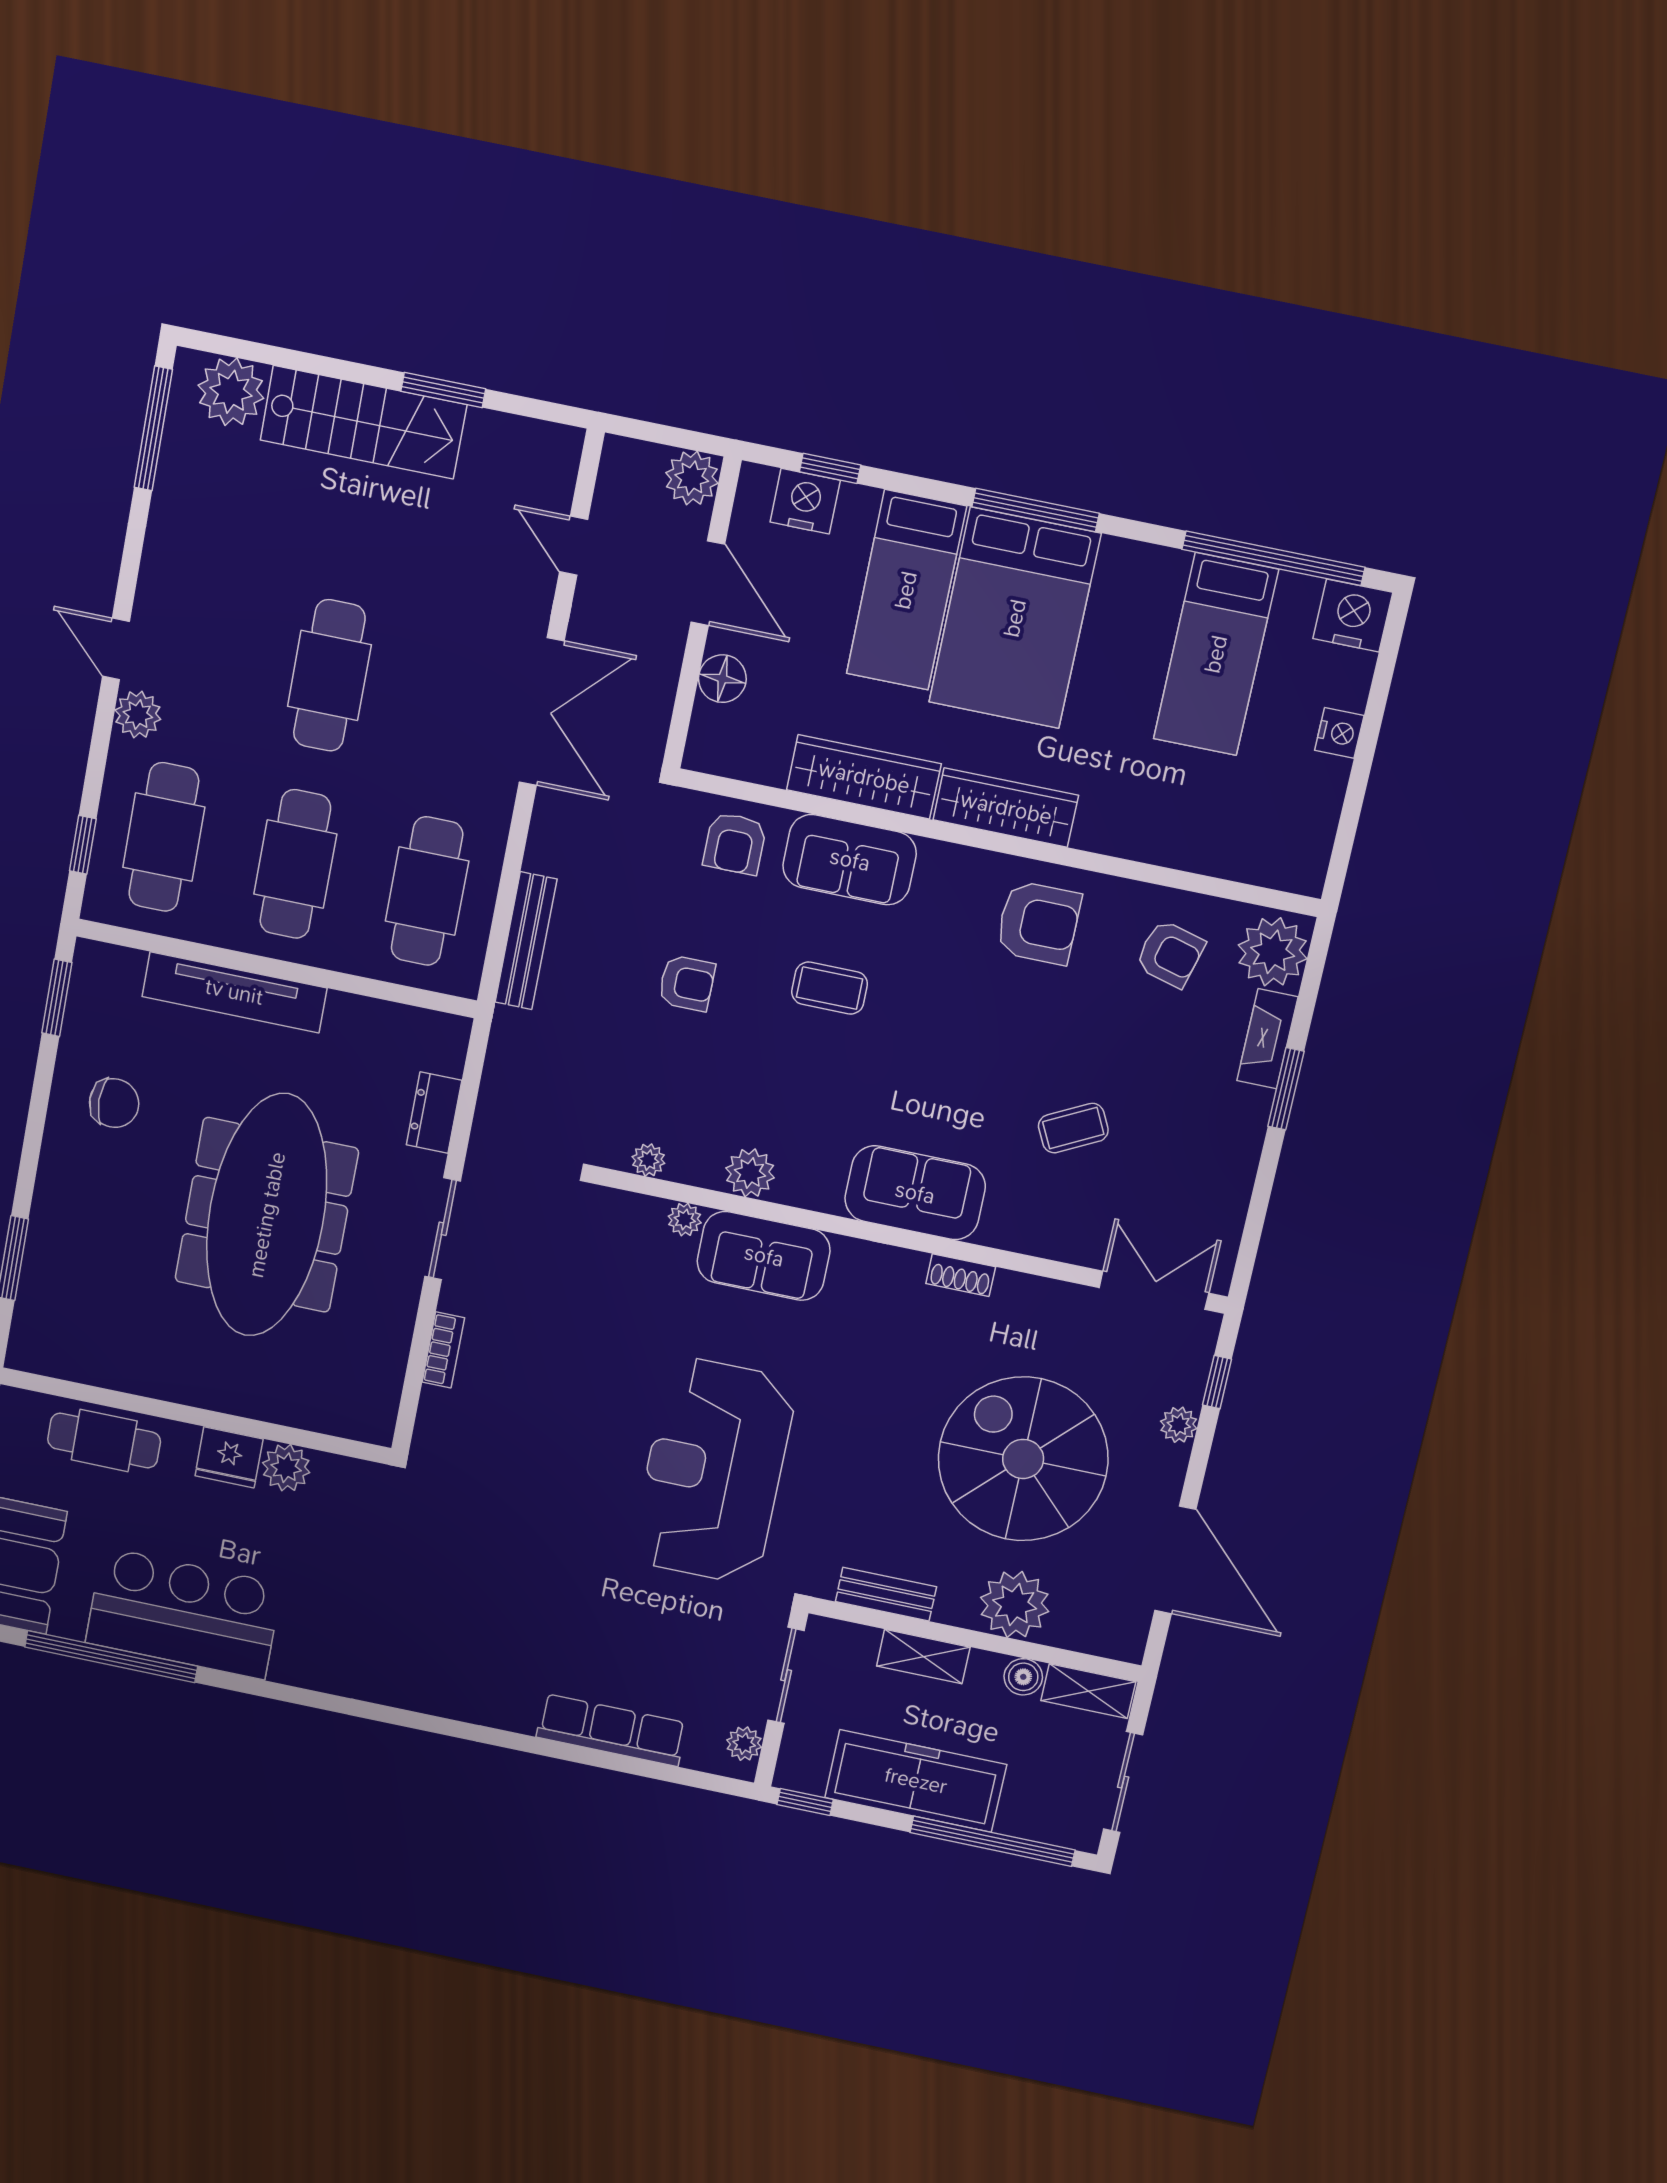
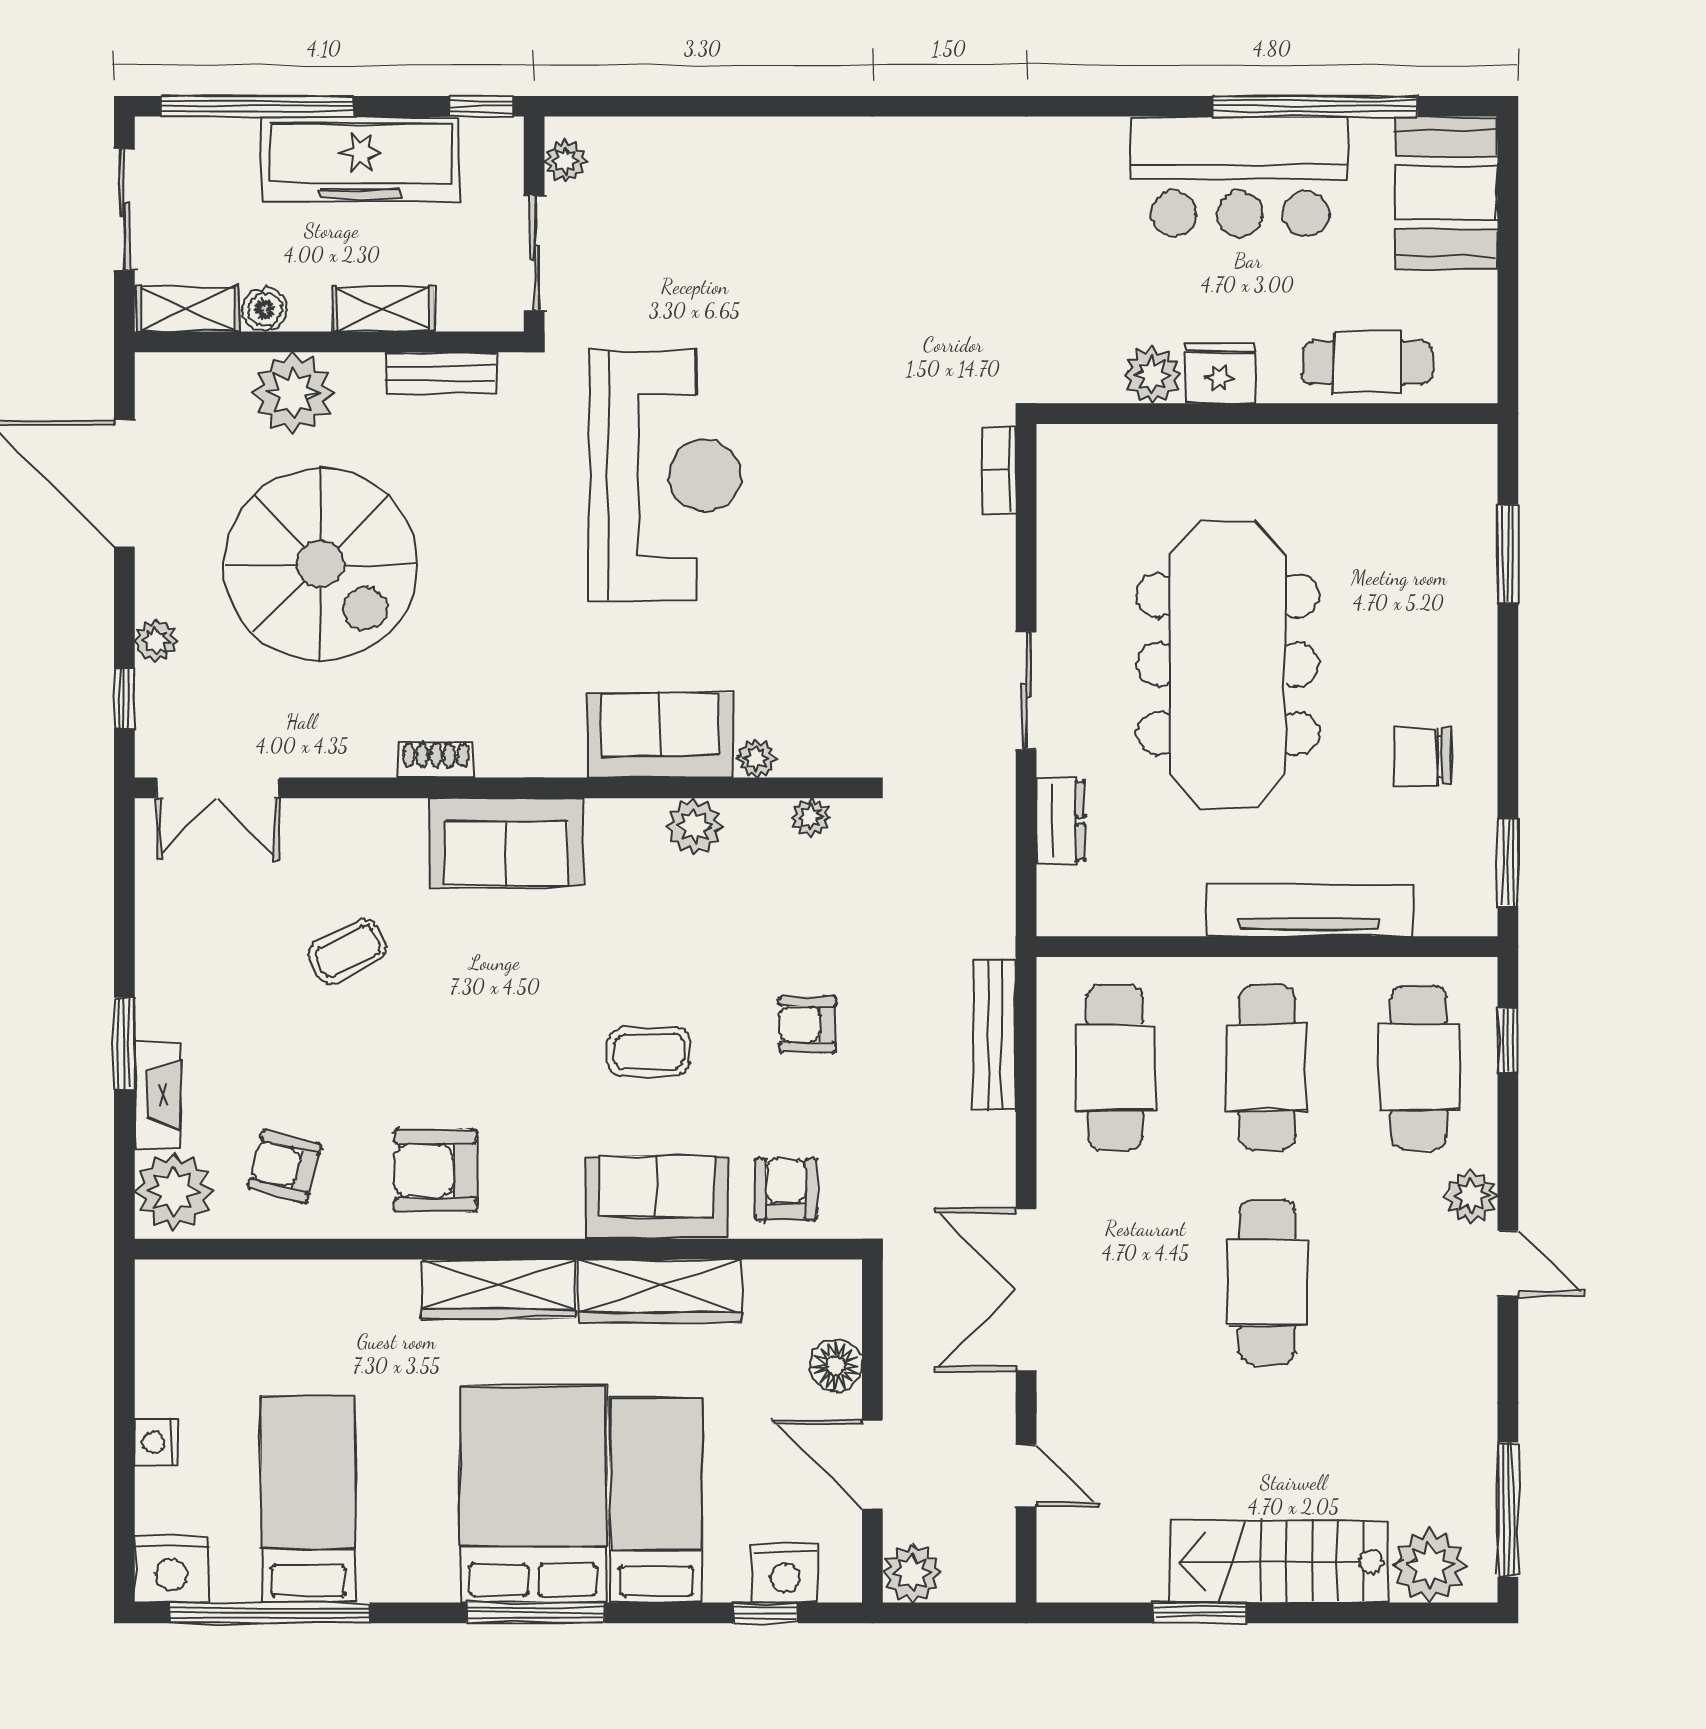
bookcase: (443, 1350) -> (999, 470), moved
row of seats: (611, 1730) -> (721, 144), removed

